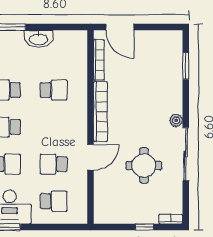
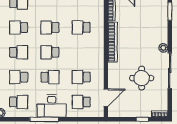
school desk: (54, 90) -> (81, 27), turned 180
door: (91, 157) -> (106, 98), moved
school desk: (54, 201) -> (81, 102), turned 180

